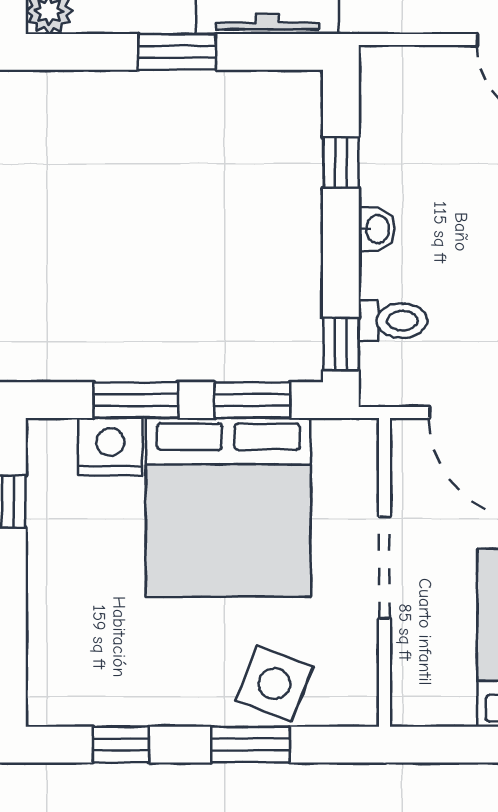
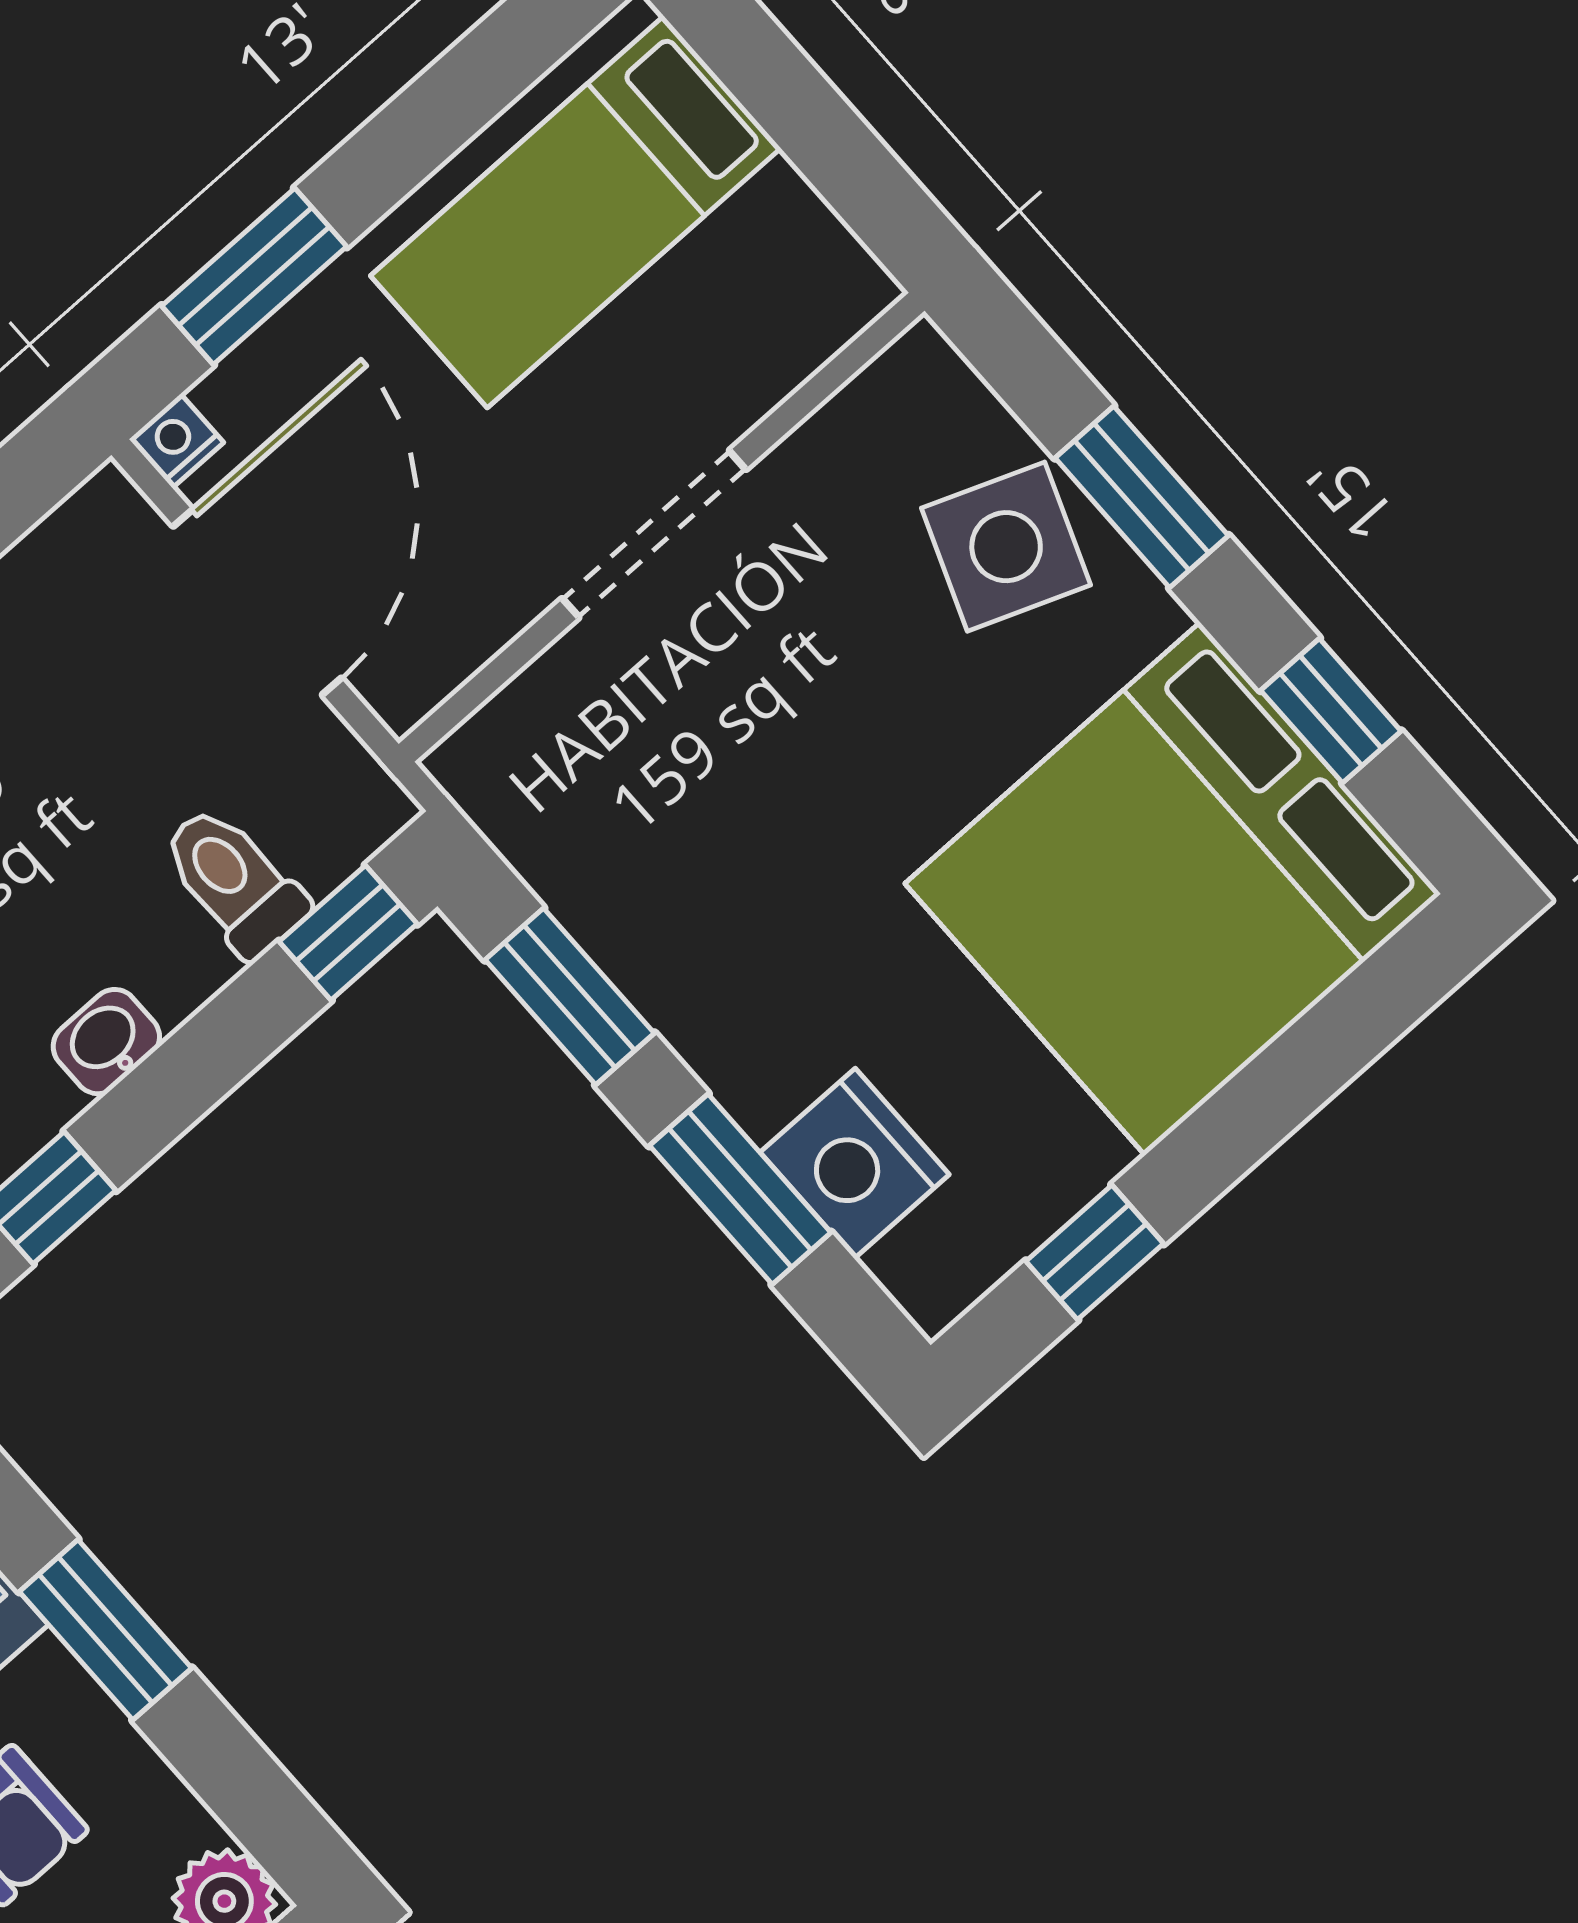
bed: (228, 507) -> (1173, 889), moved, turned 180

